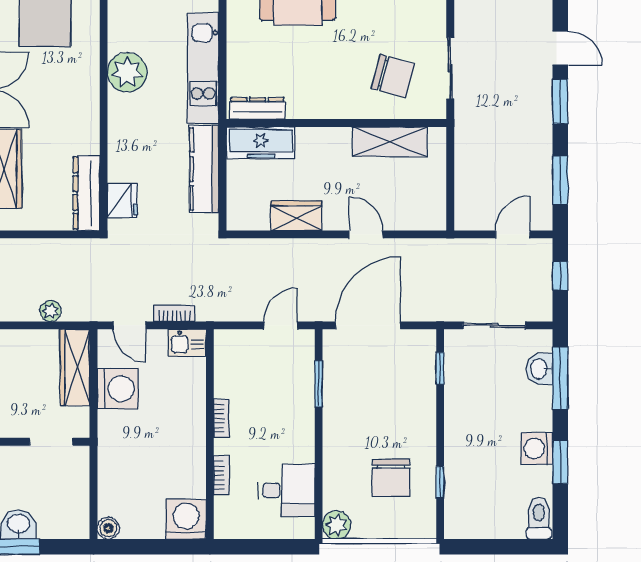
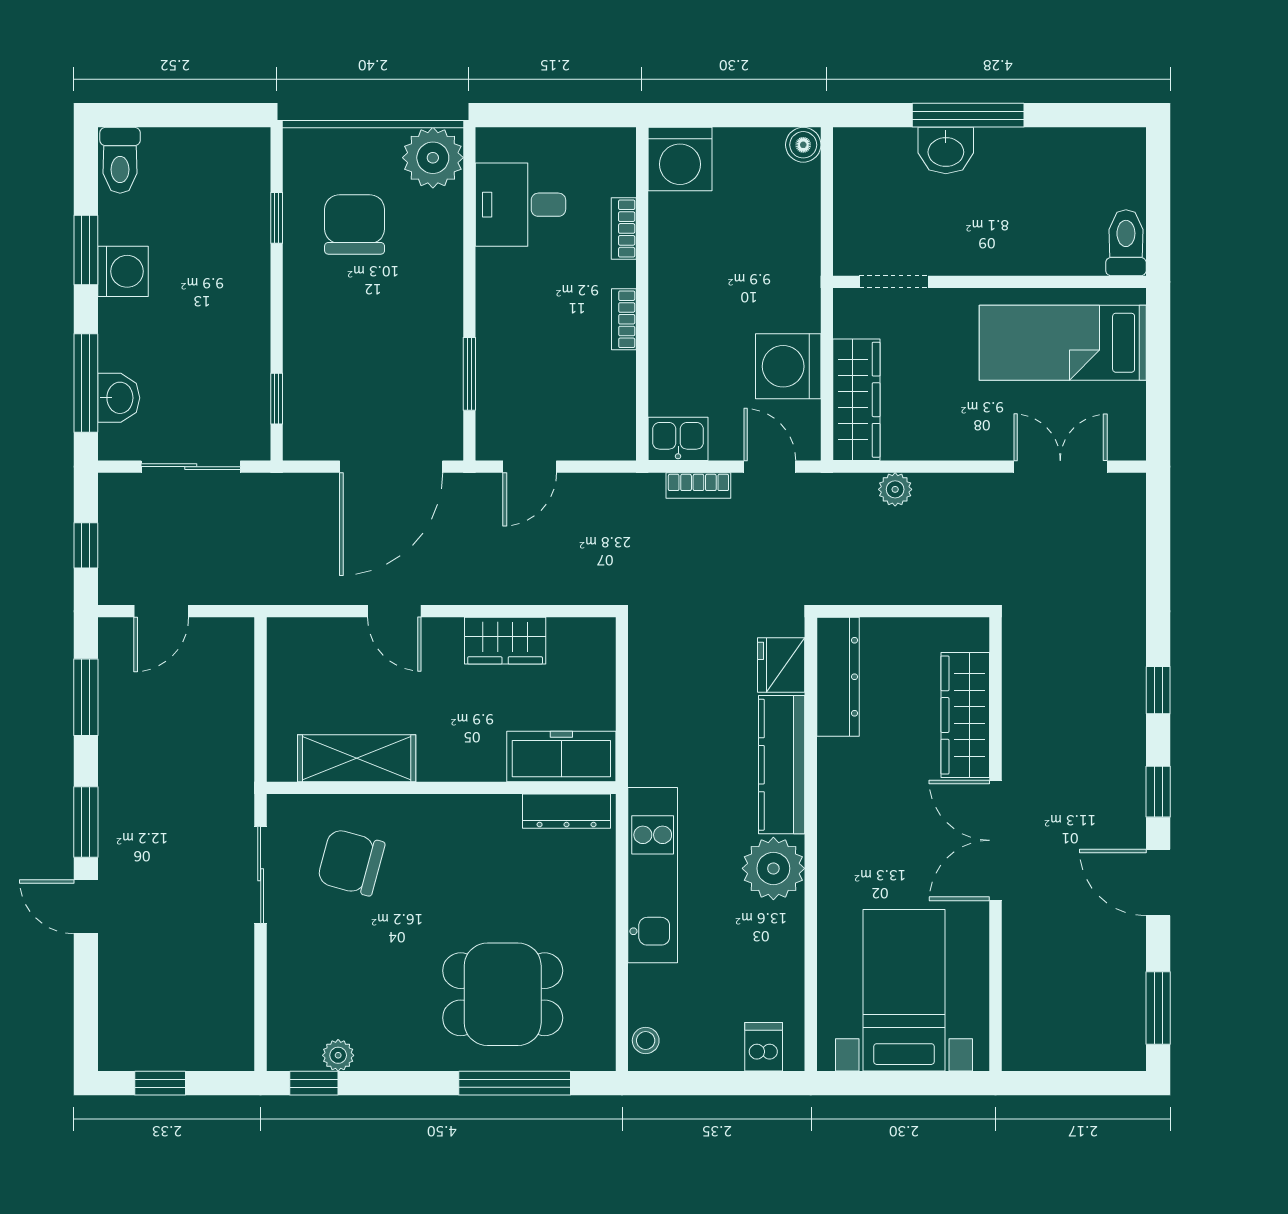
kitchen counter: (204, 169) -> (782, 765), moved, turned 180
plant: (337, 525) -> (433, 158), width x1.36, depth x1.36

